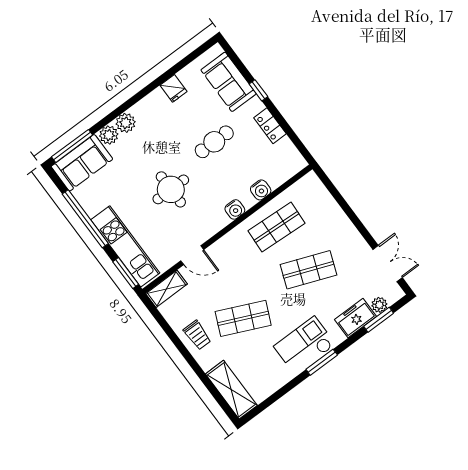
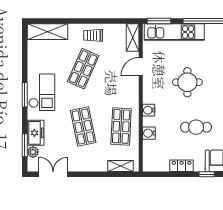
cafe table: (214, 142) -> (196, 127), turned 90
shelving: (321, 194) -> (121, 166), added
double door: (388, 264) -> (53, 174), swing flipped
shop shelf: (308, 270) -> (83, 126), turned -33

